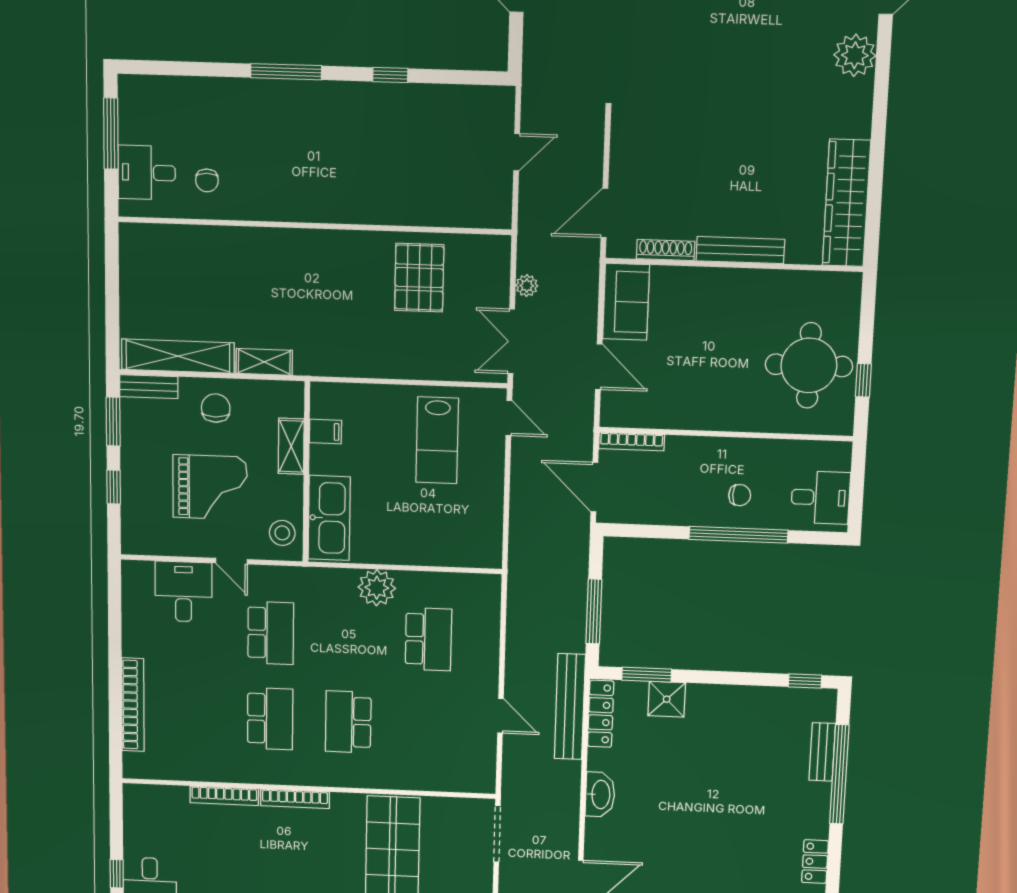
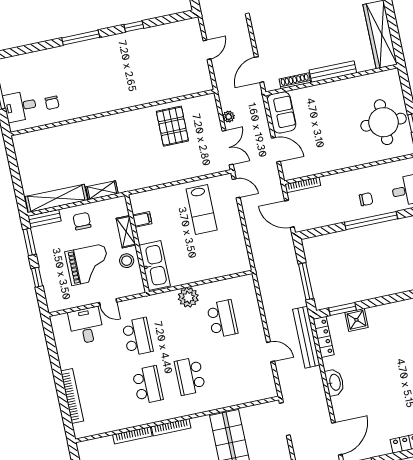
double door: (511, 341) -> (228, 148), swing flipped
stool: (282, 533) -> (127, 261), moved

